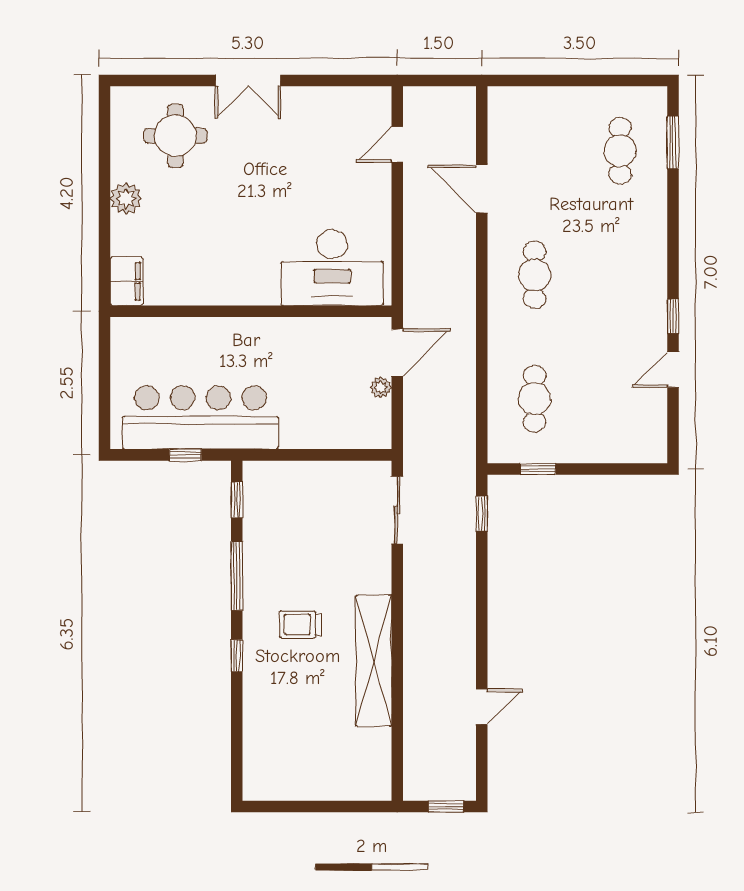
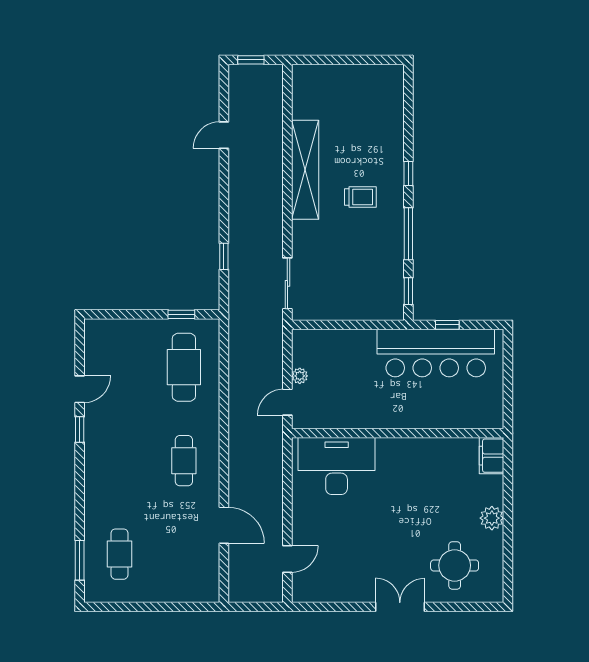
door: (397, 352) -> (287, 402), width x0.73
cafe table: (535, 399) -> (184, 367), width x1.37, depth x1.35
window: (482, 514) -> (224, 256), moved

